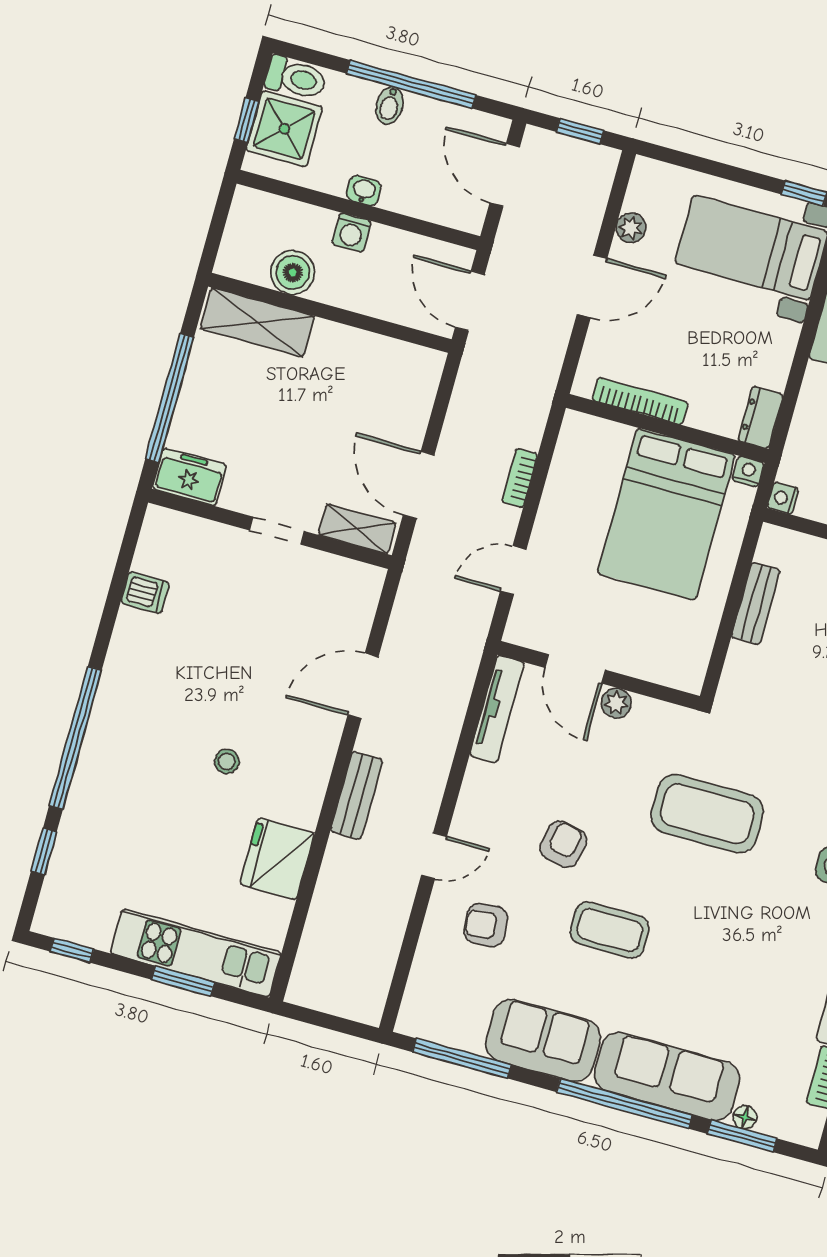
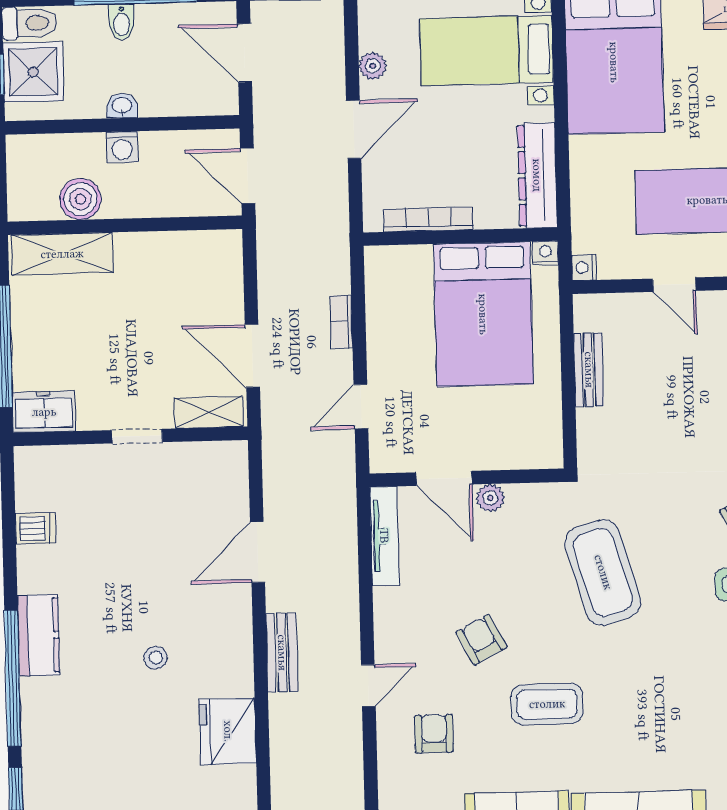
dresser: (761, 418) -> (537, 175), width x1.96, depth x1.24
kitchen counter: (115, 702) -> (39, 635), added
coffee table: (707, 814) -> (603, 572), turned 74
armchair: (563, 844) -> (481, 640), turned -40
armchair: (486, 925) -> (434, 734), turned 96

